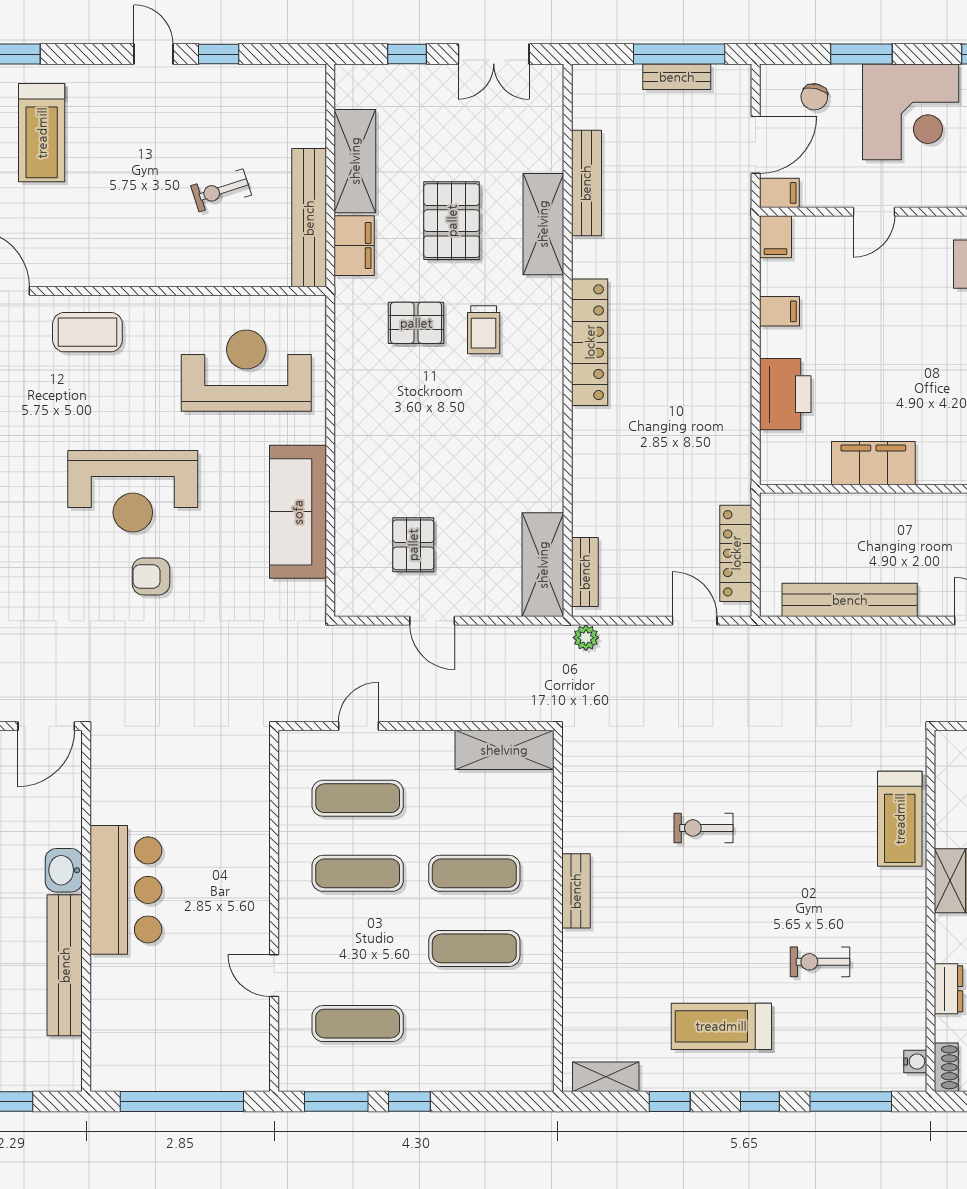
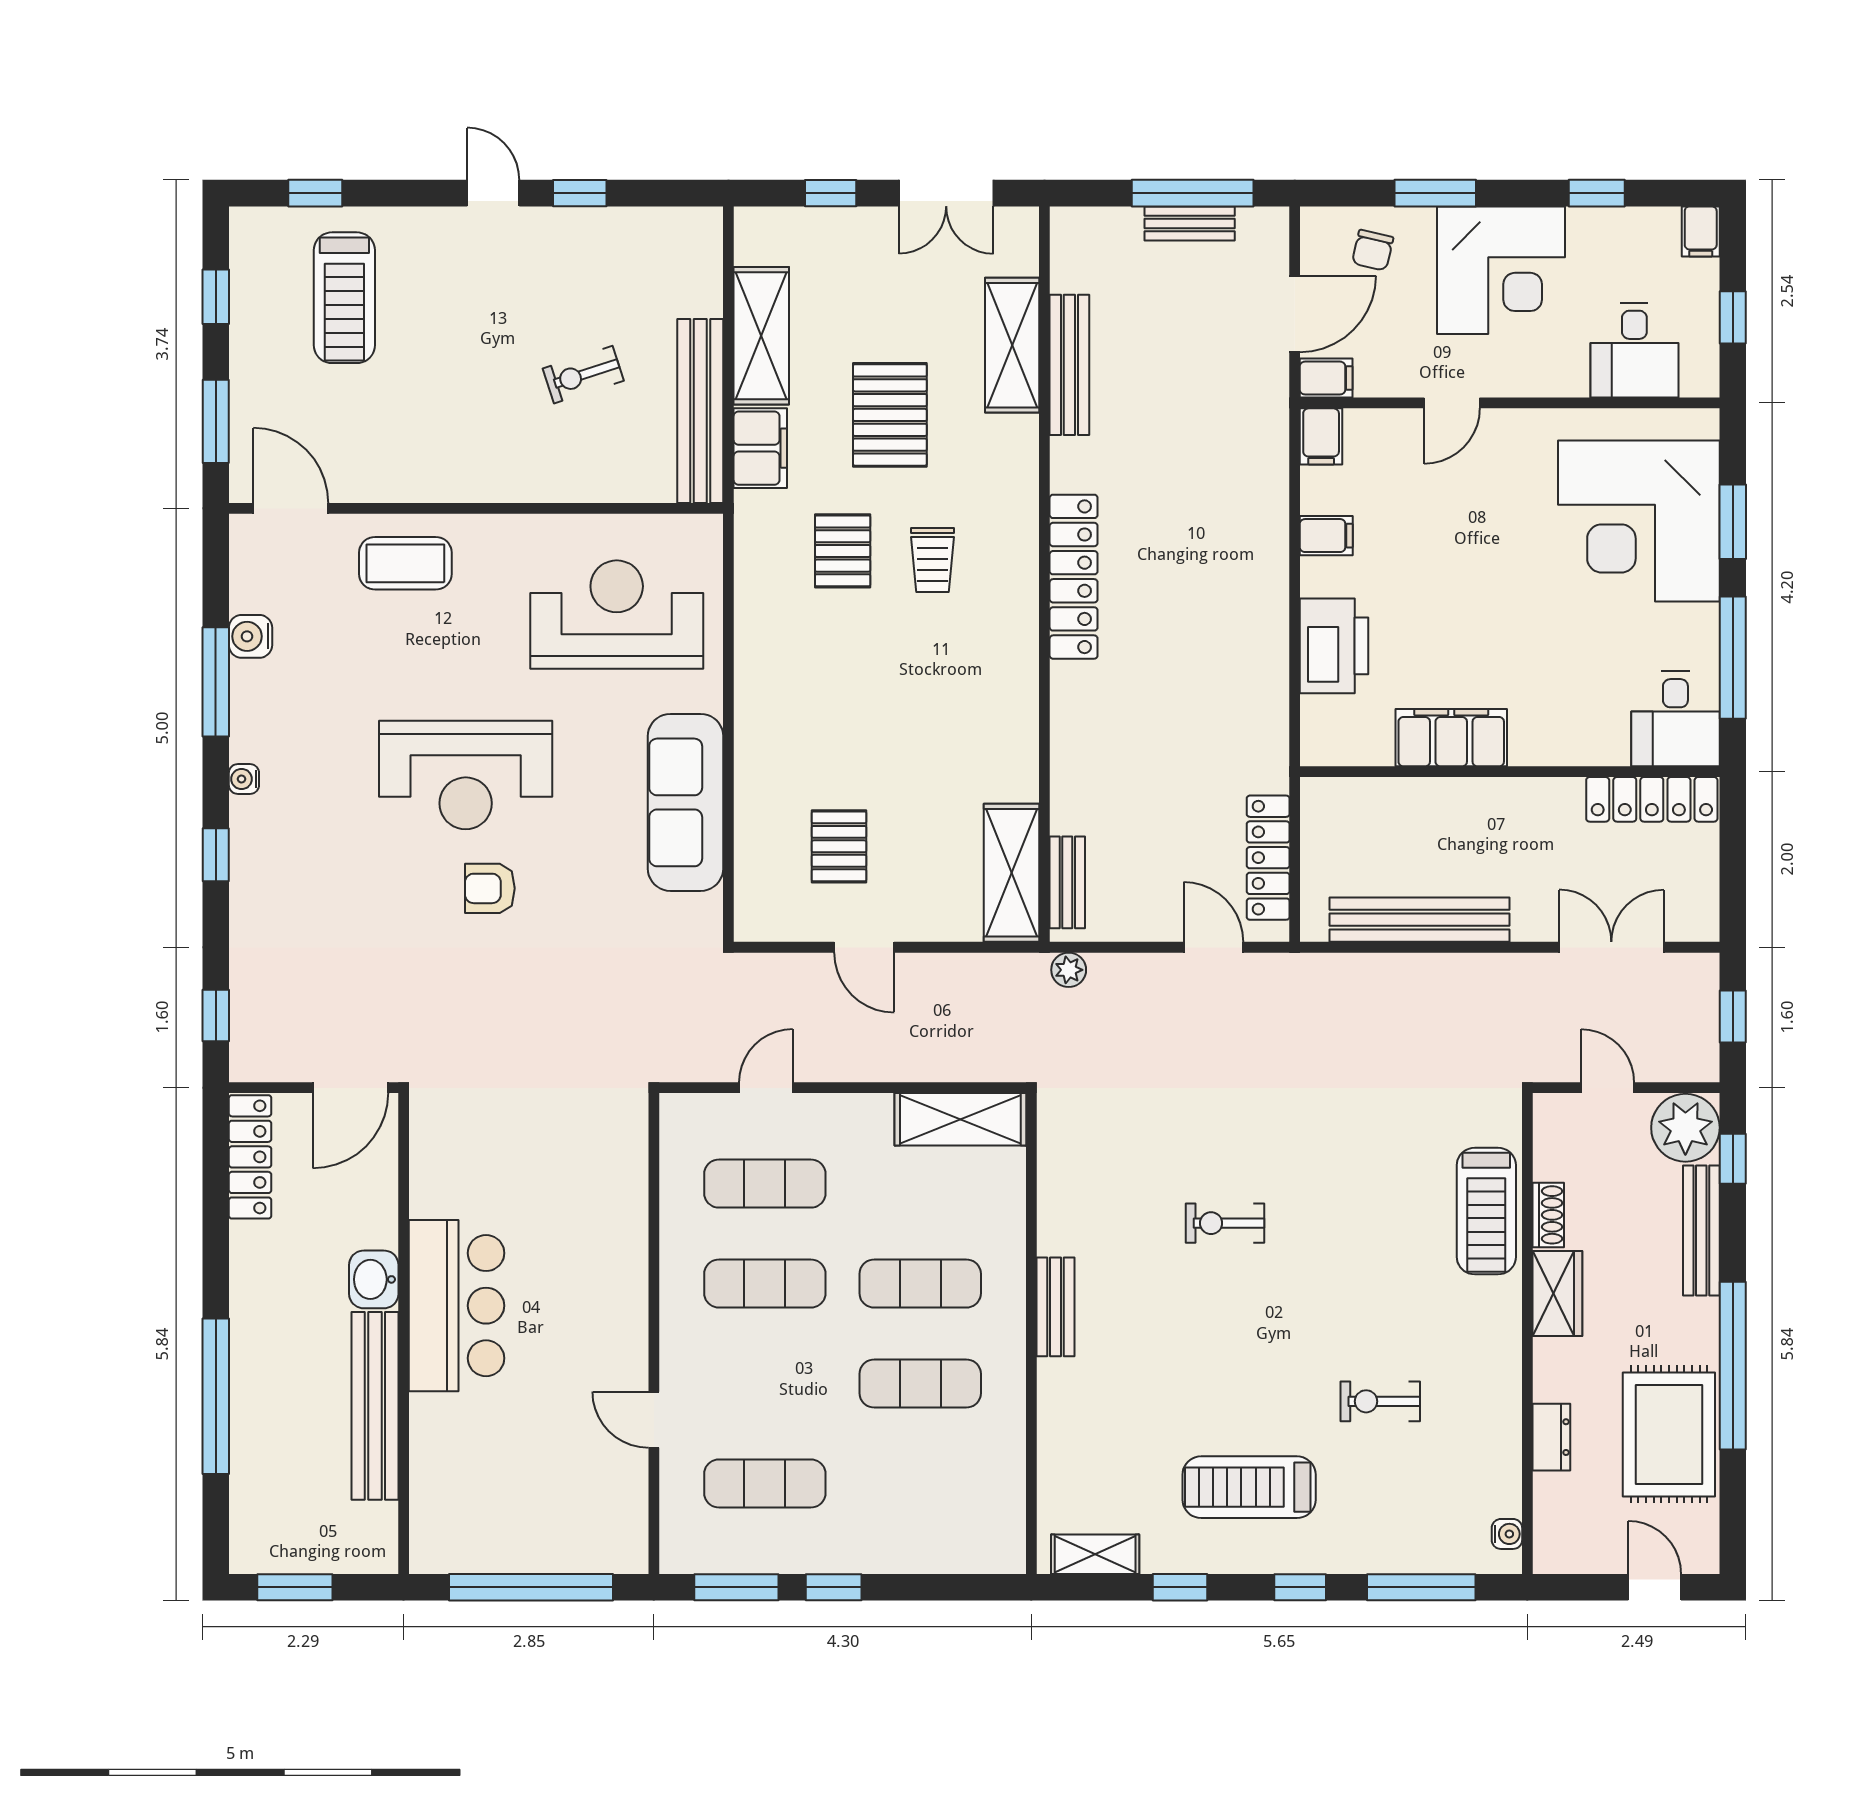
shelving: (543, 224) -> (1012, 345), moved
pallet: (416, 323) -> (843, 551), turned 90
shoe rack: (946, 1067) -> (1548, 1215), moved

